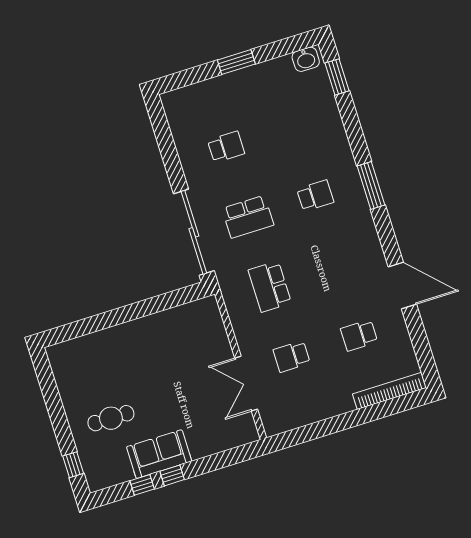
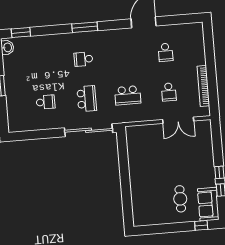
school desk: (226, 147) -> (46, 102), turned 90
school desk: (315, 196) -> (83, 59), turned -90
bookcase: (389, 391) -> (203, 86), moved
sofa: (159, 454) -> (208, 204), moved

